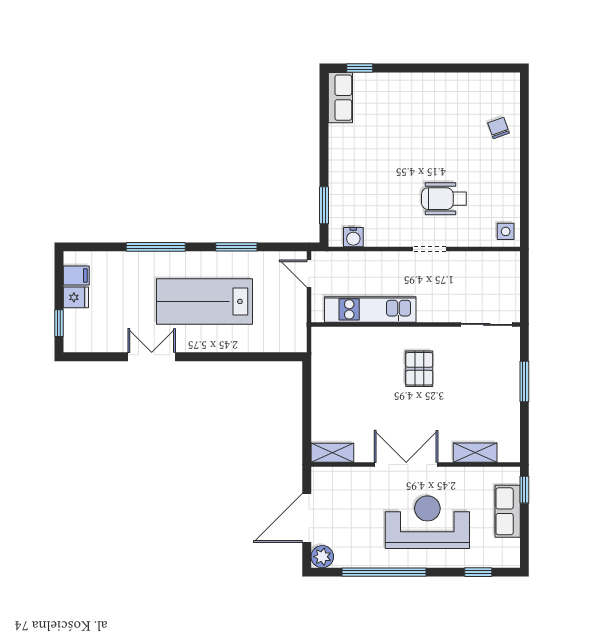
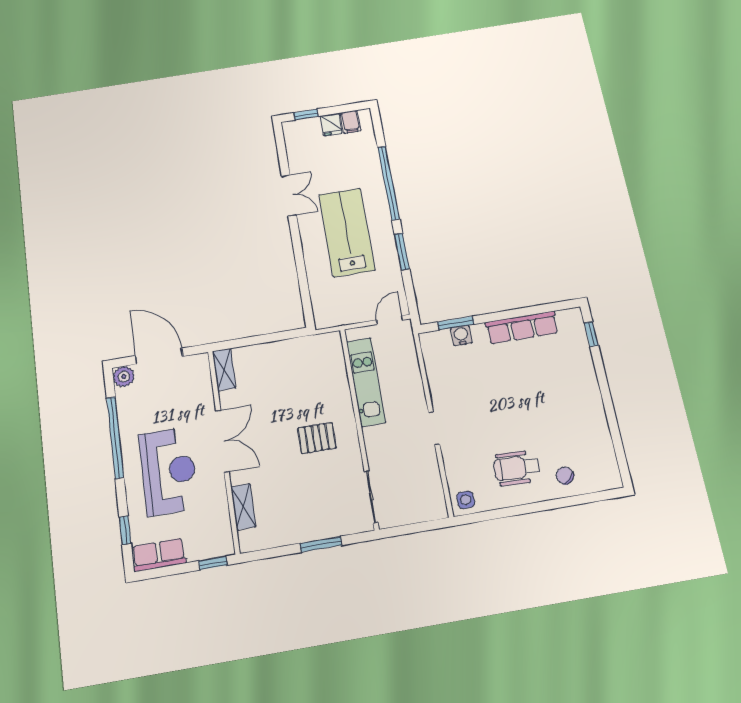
row of seats: (340, 98) -> (522, 328), moved, width x1.48
chair: (499, 128) -> (565, 476), turned -111
wheelchair: (444, 199) -> (516, 468), moved, turned -87
water cooler: (353, 237) -> (461, 335), moved, turned 90
window: (156, 247) -> (389, 183), width x1.46
row of seats: (508, 511) -> (159, 555), moved

